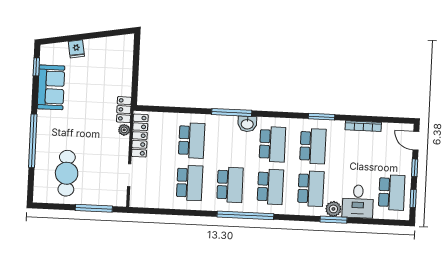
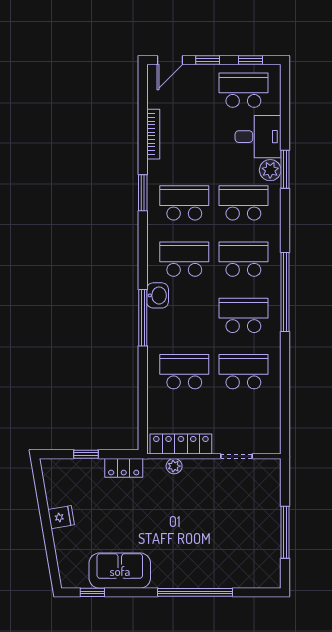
fridge: (76, 49) -> (61, 517), moved
window: (136, 67) -> (86, 454), added
locker: (124, 110) -> (124, 468), moved
cafe table: (67, 173) -> (238, 543), removed
window: (94, 208) -> (285, 532), moved

